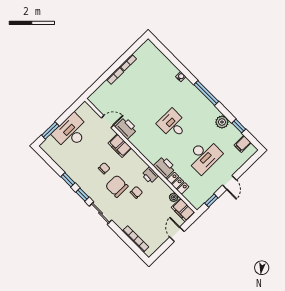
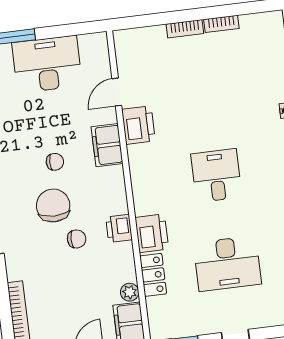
door: (107, 122) -> (117, 92), swing flipped

